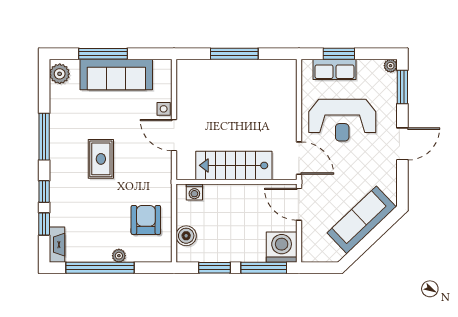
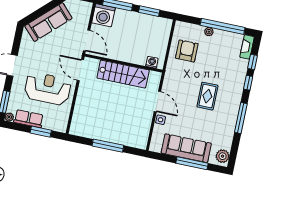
row of seats: (334, 69) -> (29, 119), moved
armchair: (146, 220) -> (187, 51), turned 180
boiler: (186, 236) -> (163, 35), removed

